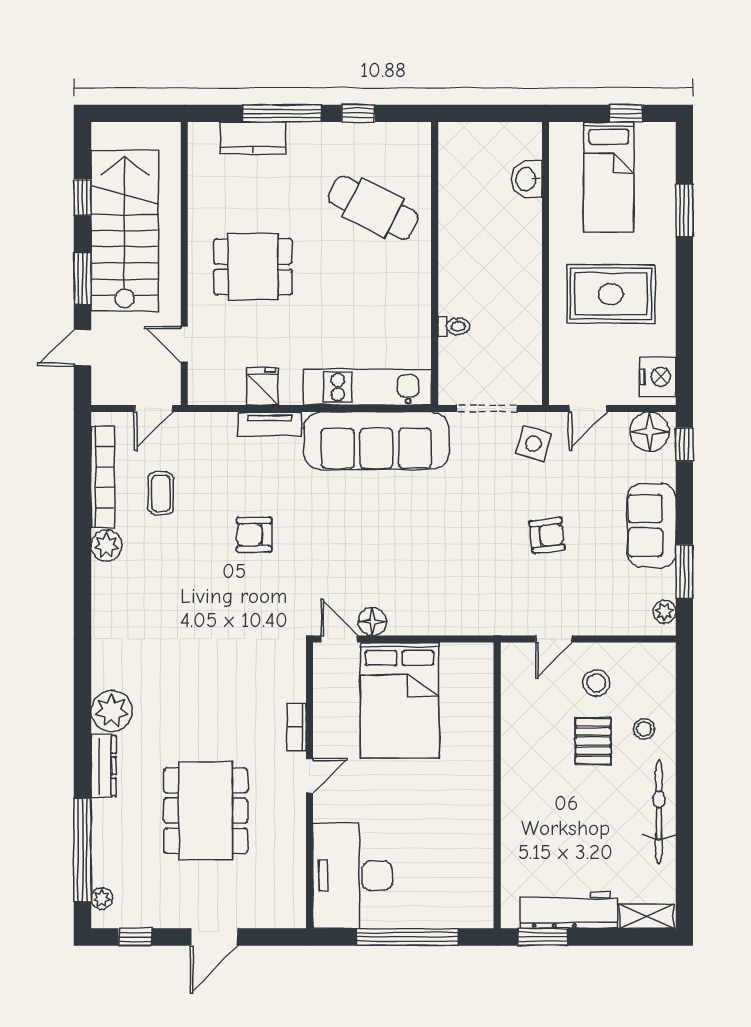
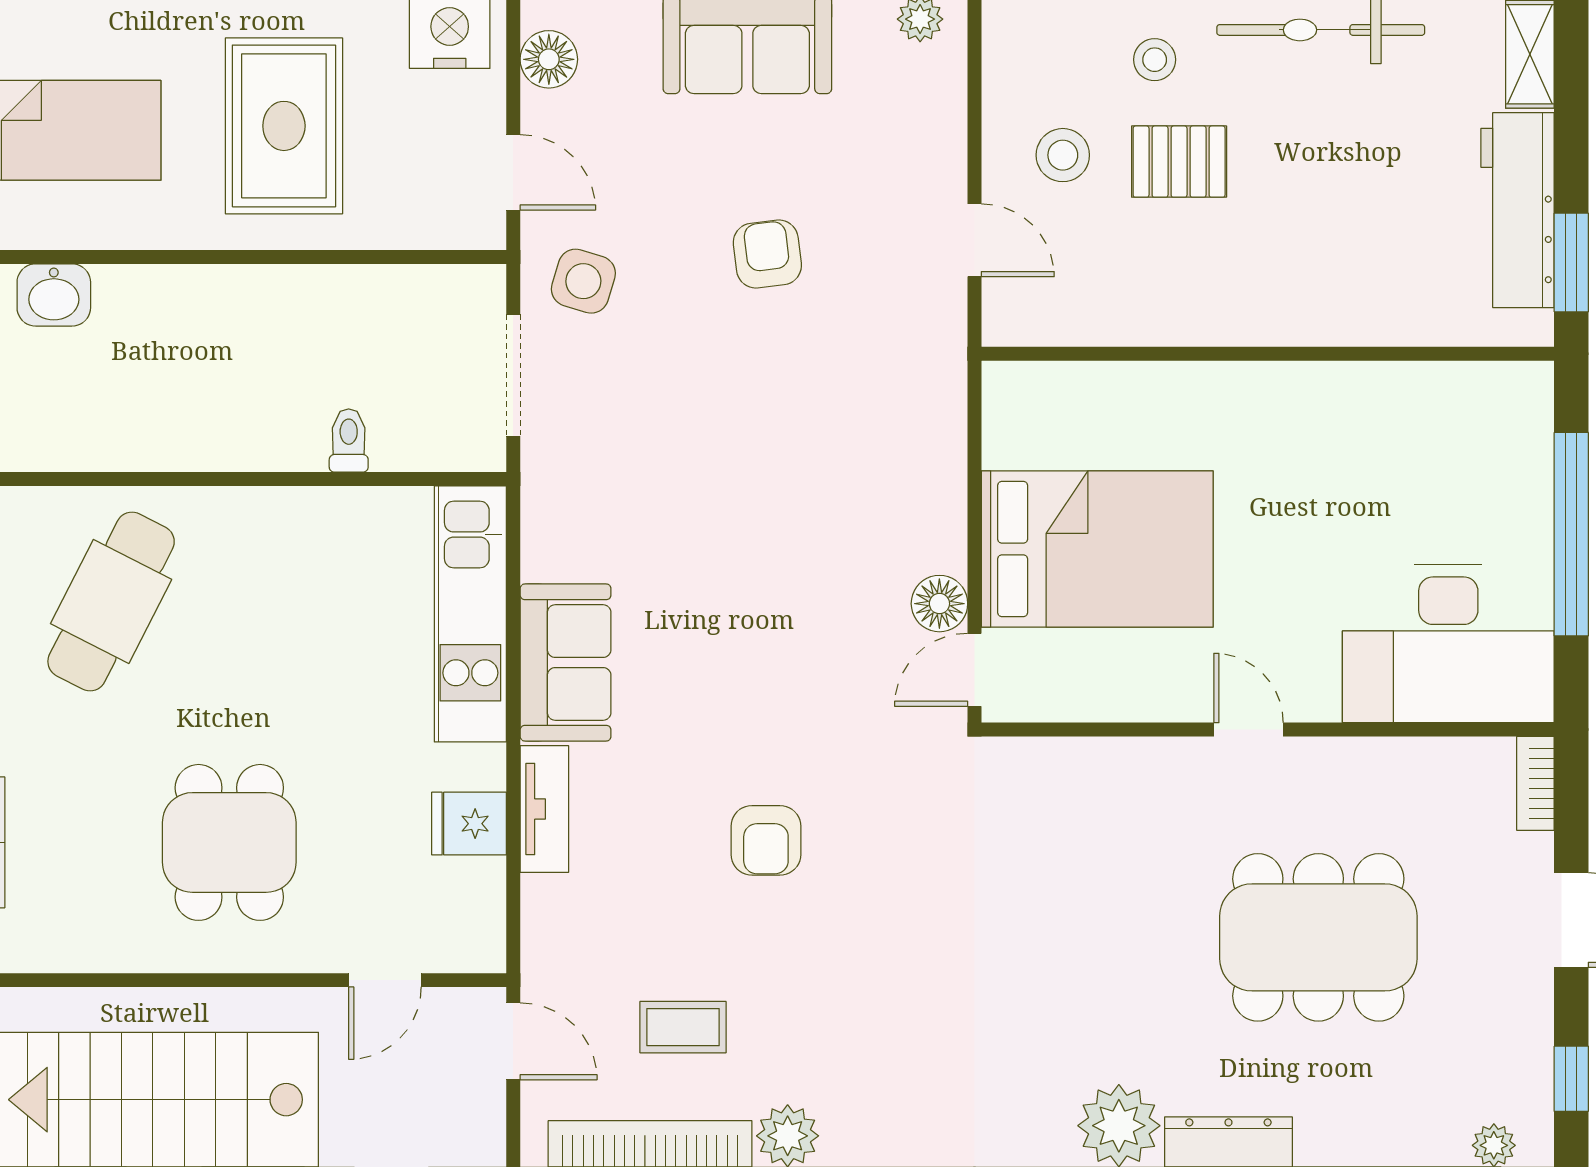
floor lamp: (650, 432) -> (549, 59), width x0.73, depth x0.73
sofa: (376, 441) -> (566, 662), width x0.54, depth x0.79
bookcase: (297, 727) -> (1535, 783), moved, turned 90

